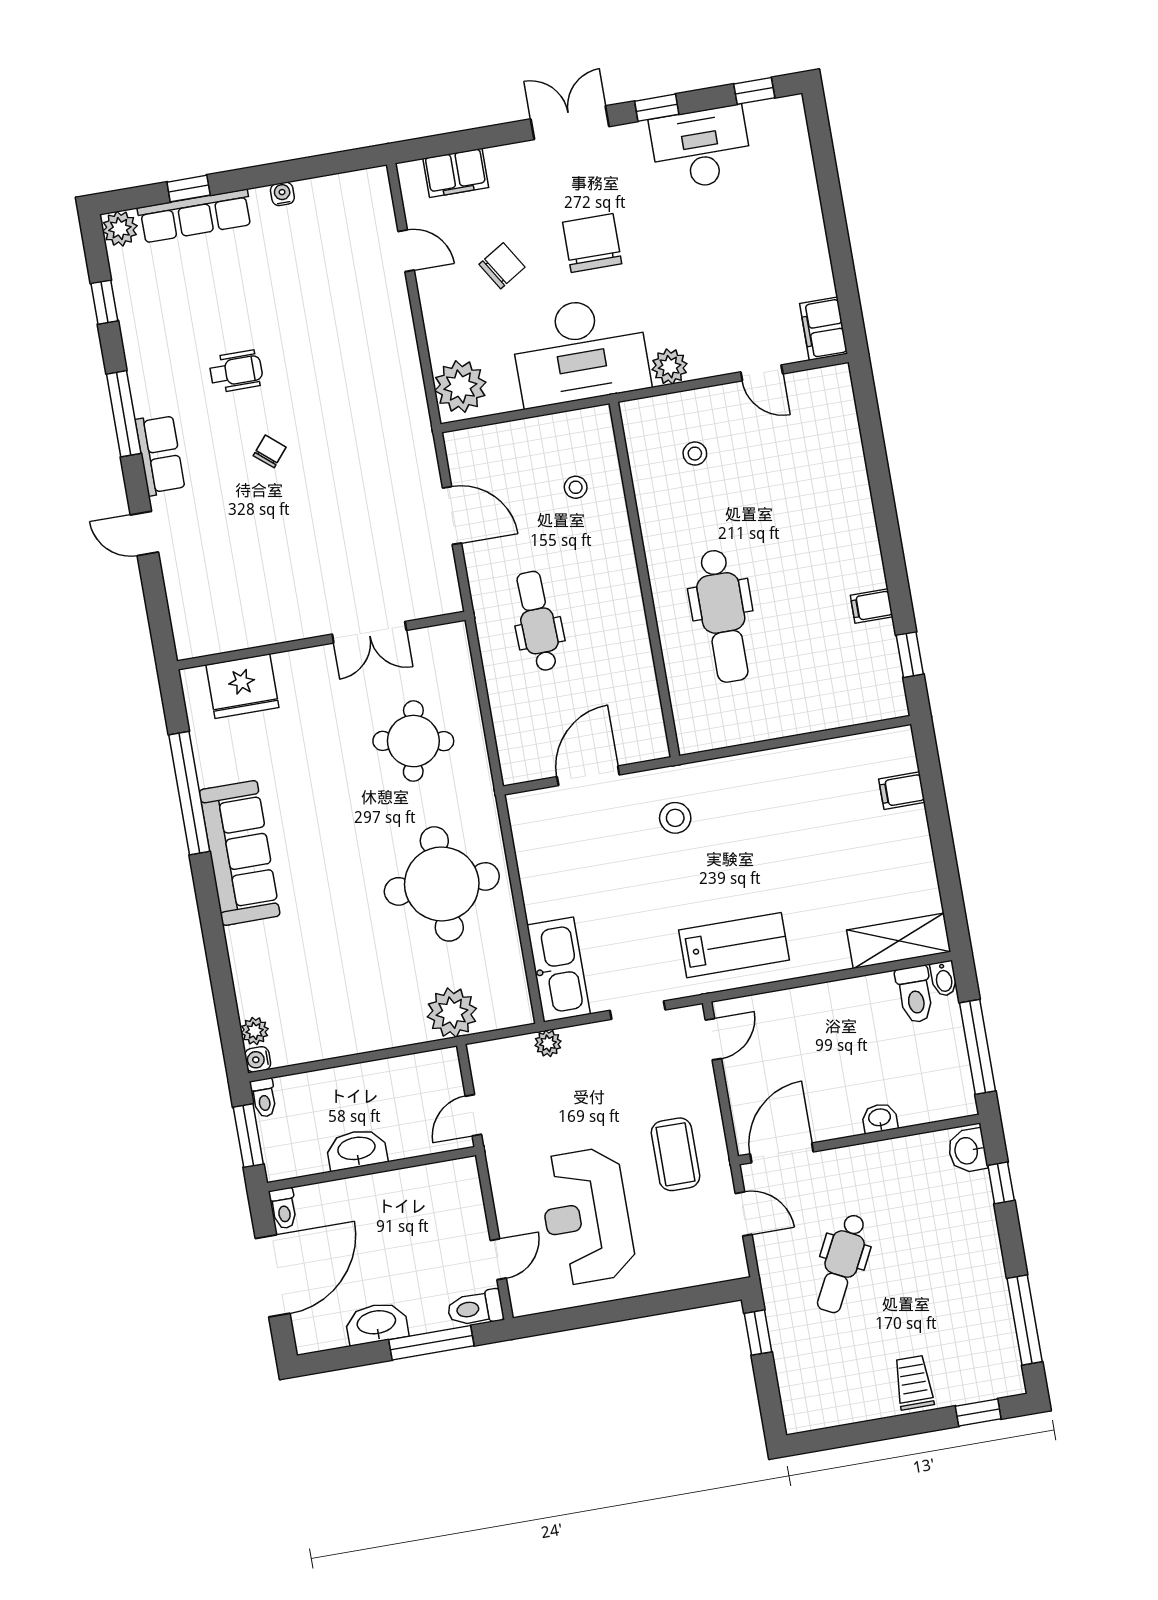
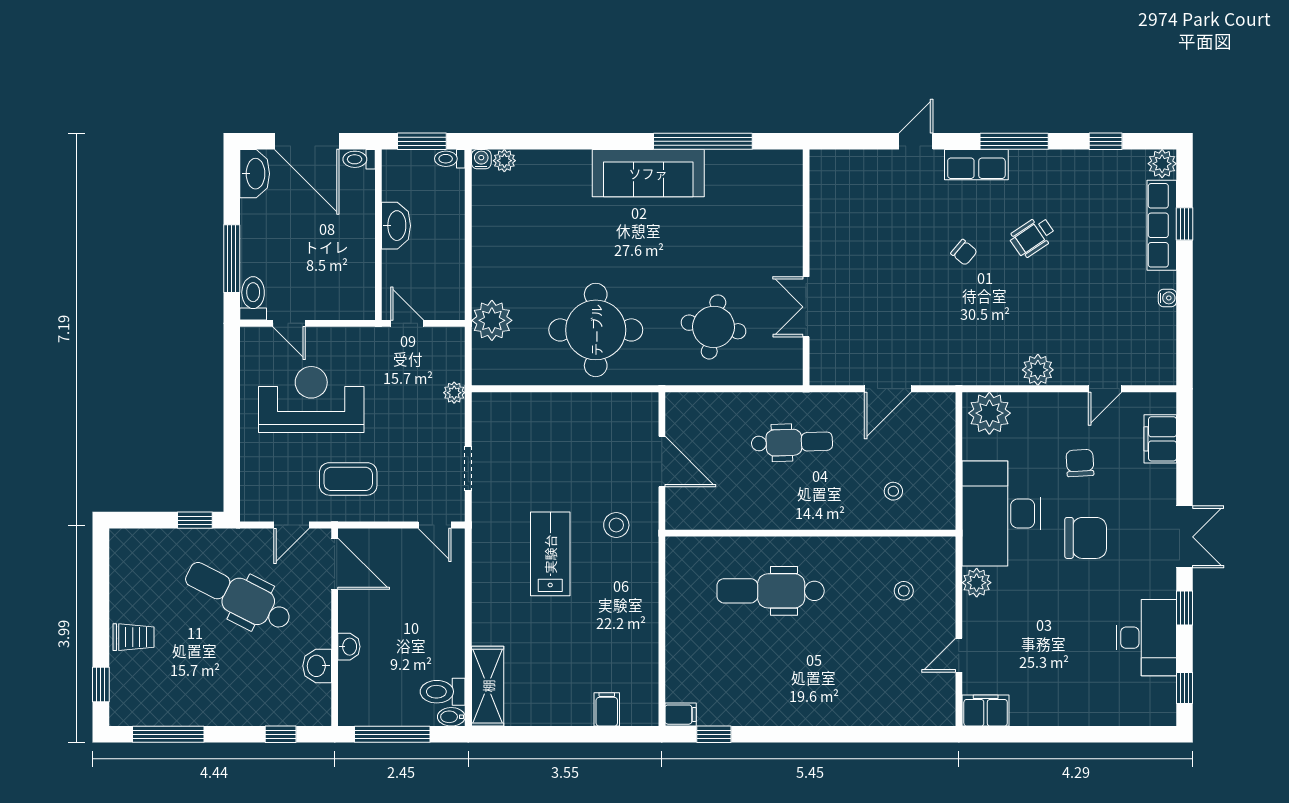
chair: (502, 266) -> (1080, 463), turned -151
plant: (397, 337) -> (1038, 370), added
wheelchair: (236, 371) -> (1032, 237), turned 56
filing cabinet: (872, 606) -> (681, 715), moved, turned 90
fridge: (242, 686) -> (781, 198), removed
lab bench: (734, 945) -> (550, 554), moved, turned 180
kitchen sink: (559, 970) -> (511, 411), removed
washbasin: (967, 1151) -> (317, 666), moved, turned -90
dental chair: (842, 1264) -> (238, 596), width x1.36, depth x1.38
washbasin: (377, 1323) -> (255, 174), moved

